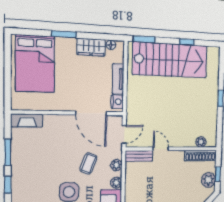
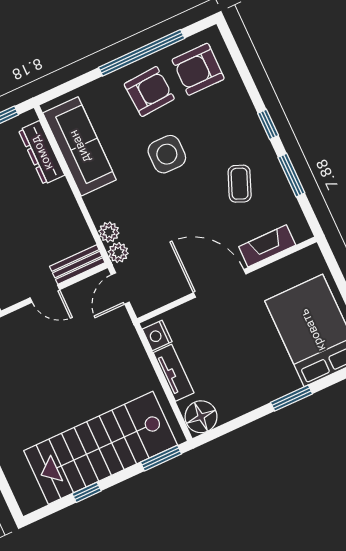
floor lamp: (111, 45) -> (201, 417), width x1.89, depth x1.89
wardrobe: (91, 47) -> (240, 400), removed
door: (91, 113) -> (220, 283), moved
fireplace: (27, 120) -> (267, 246), moved
coffee table: (88, 163) -> (240, 184), moved
plant: (116, 183) -> (118, 253), moved

